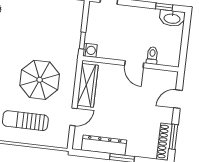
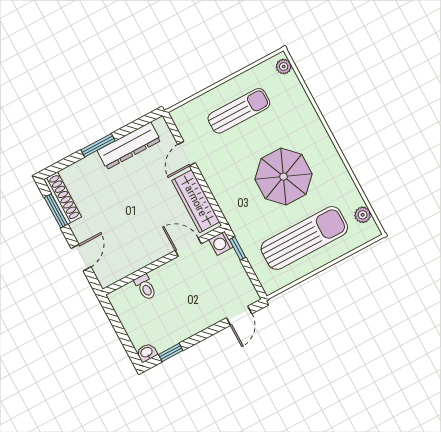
washbasin: (172, 18) -> (147, 353), width x0.52, depth x0.69
sun lounger: (39, 19) -> (304, 238), added
door: (134, 64) -> (188, 247), moved
parasol: (40, 80) -> (283, 177), moved

